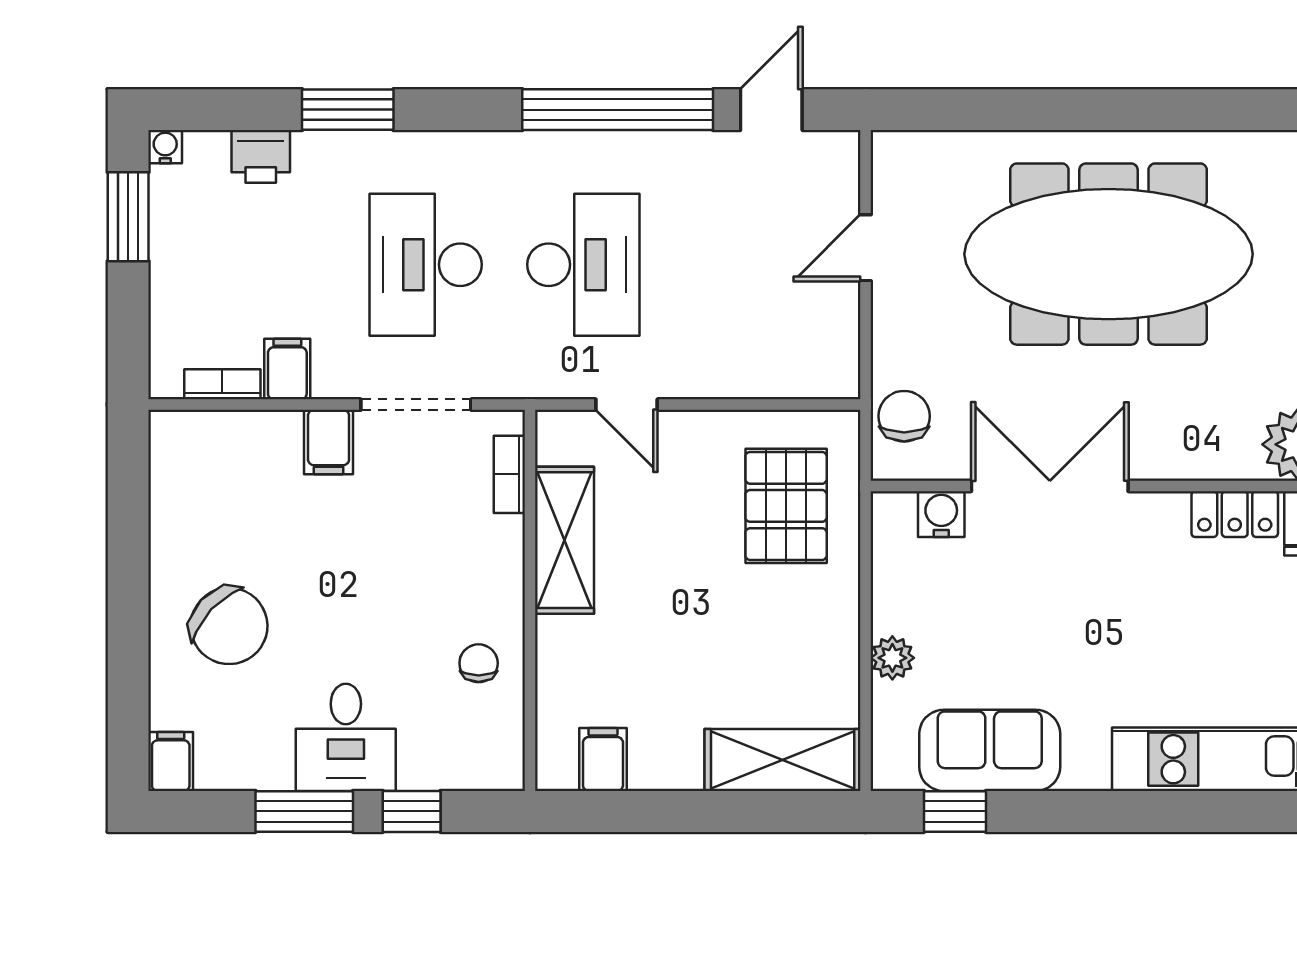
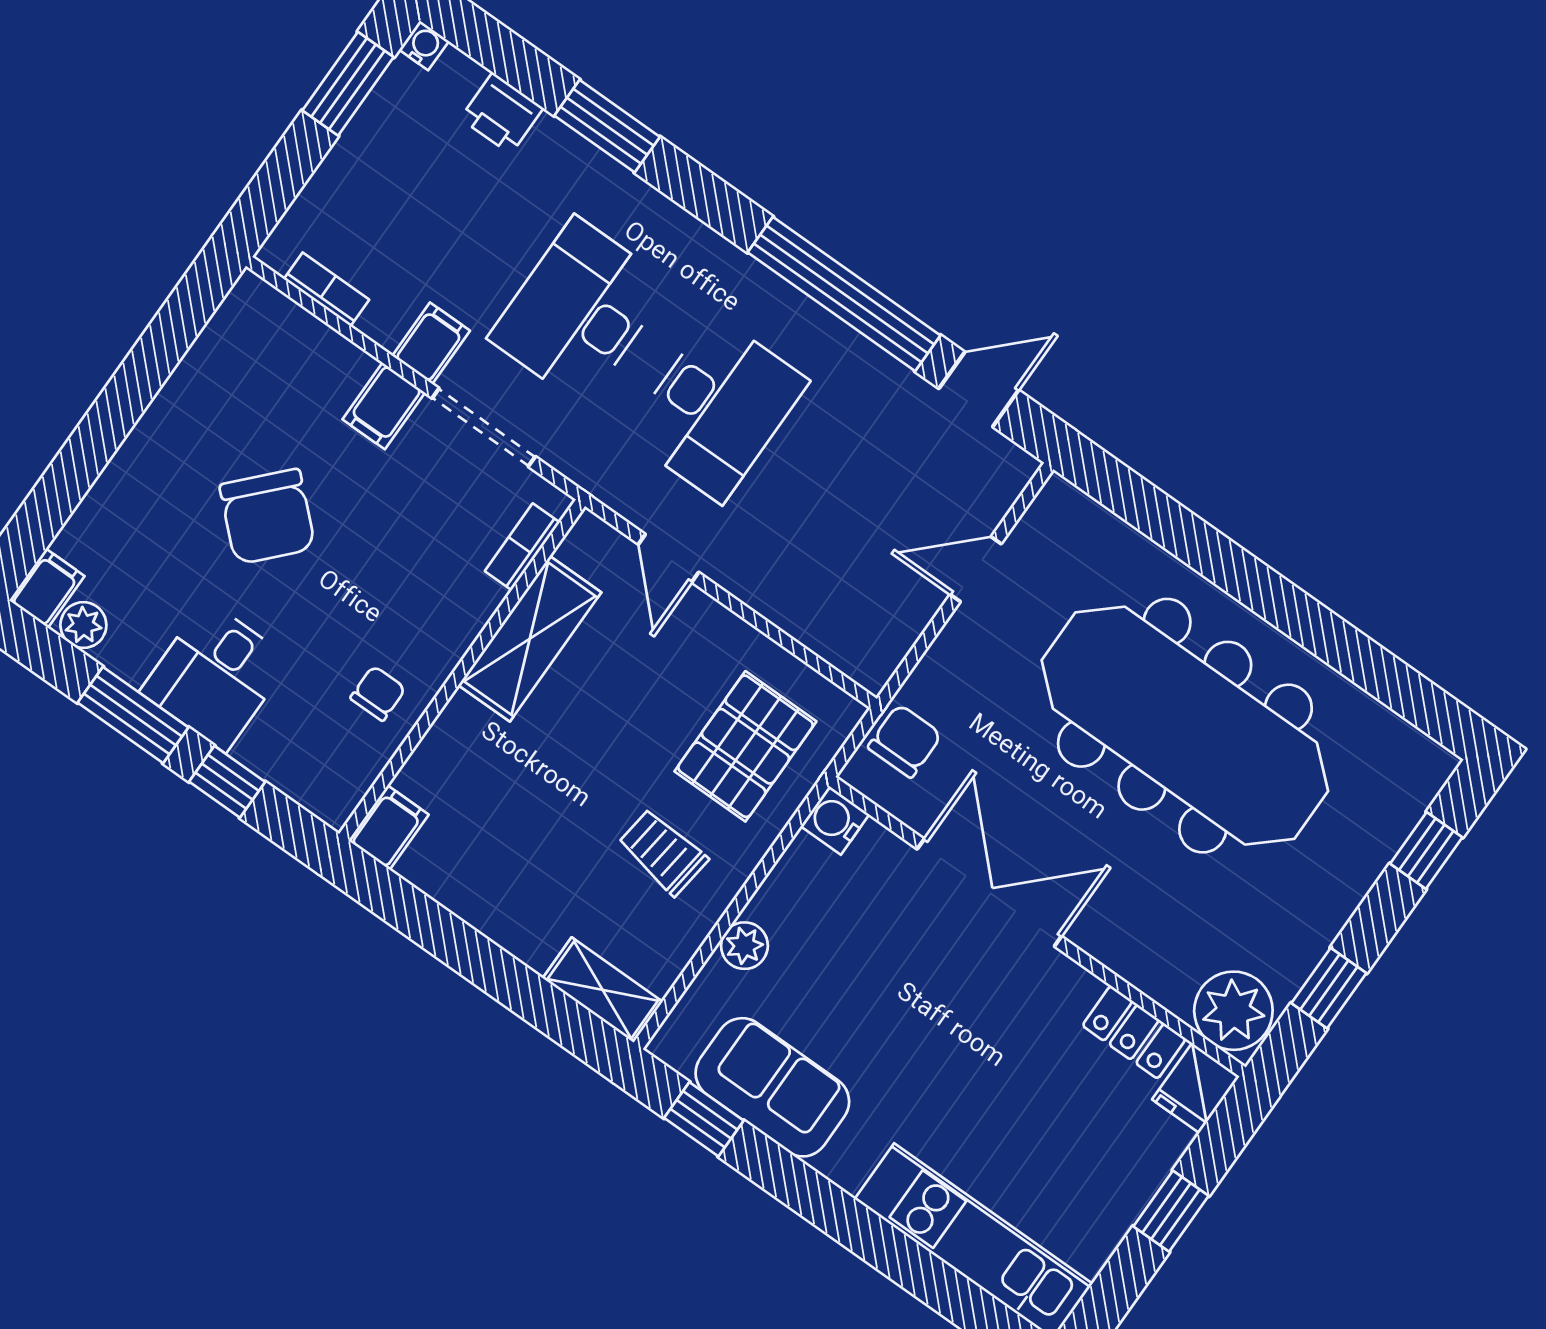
filing cabinet: (287, 369) -> (431, 343), moved
water cooler: (941, 514) -> (835, 820), moved, turned -90
chair: (229, 626) -> (267, 517), moved
trolley: (780, 631) -> (663, 852), added
filing cabinet: (603, 760) -> (388, 828), moved
shelving: (783, 760) -> (603, 990), width x0.67, depth x0.75
plant: (218, 770) -> (83, 625), added

